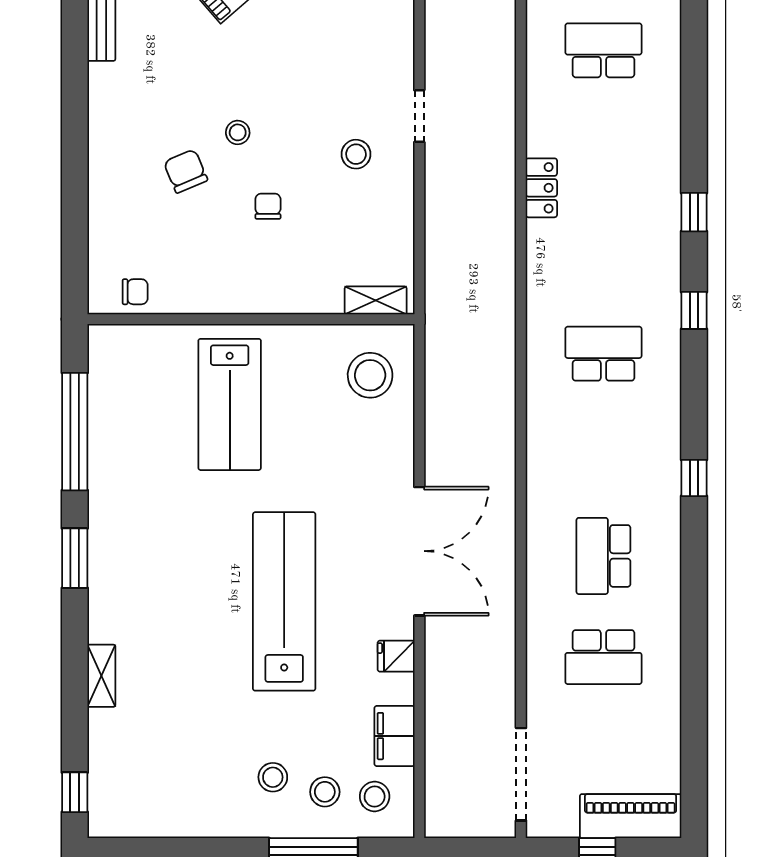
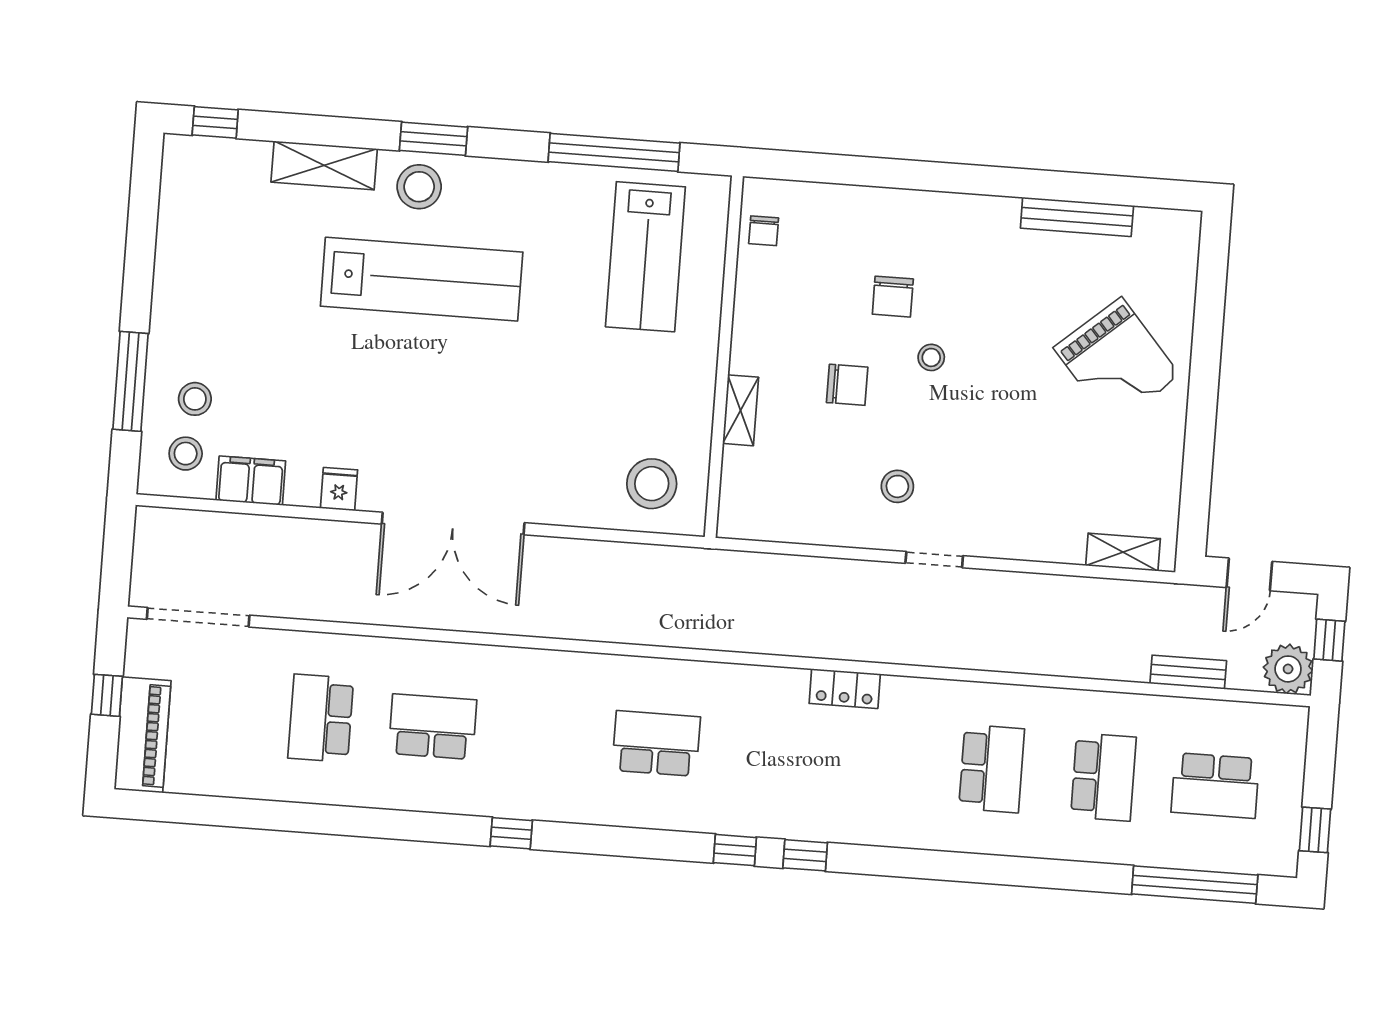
chair: (186, 171) -> (893, 297), turned 113
chair: (268, 206) -> (847, 385), width x1.37, depth x1.37
shelving: (376, 300) -> (741, 410), moved
window: (694, 310) -> (735, 850), moved
school desk: (603, 354) -> (656, 743), turned -90
lab bench: (230, 404) -> (645, 257), moved, turned -90
window: (75, 558) -> (433, 139), moved
lab bench: (284, 601) -> (422, 279), moved
shelving: (101, 676) -> (324, 165), width x1.50, depth x1.33
stool: (273, 777) -> (419, 187), moved, width x1.38, depth x1.38

